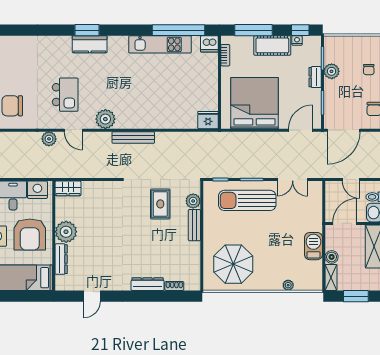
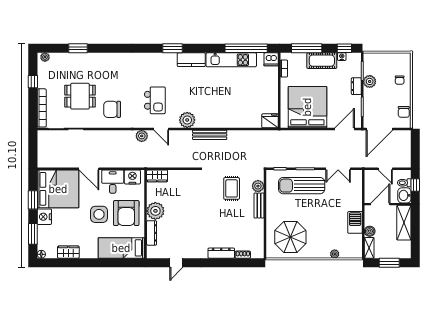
kitchen counter: (90, 44) -> (191, 60), moved

